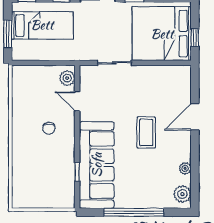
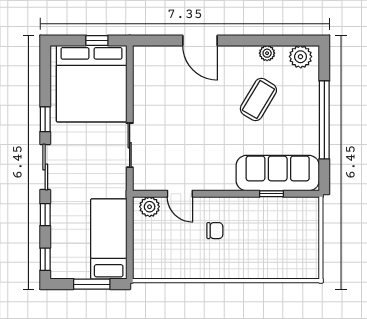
bed: (42, 25) -> (109, 239), moved
door: (77, 101) -> (180, 194), hinge flipped
coffee table: (146, 133) -> (258, 100), moved, turned -59
sofa: (97, 165) -> (278, 173), width x0.74, depth x0.79

